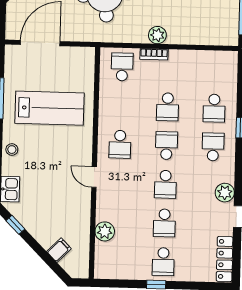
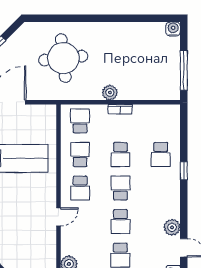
bookcase: (154, 54) -> (120, 109), moved
school desk: (213, 147) -> (80, 154), moved
door: (94, 177) -> (58, 217), swing flipped

